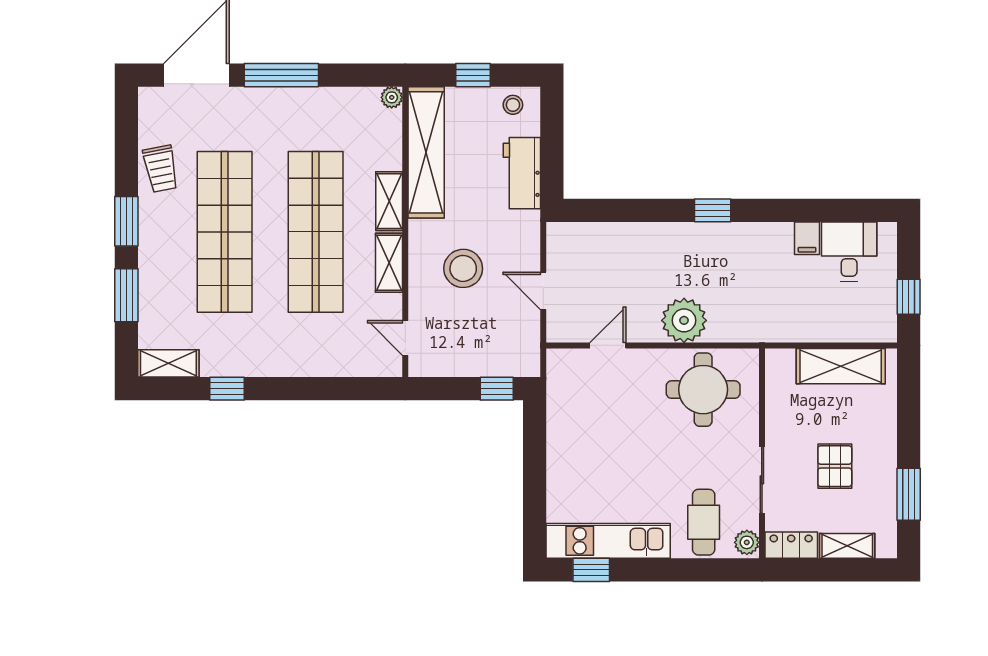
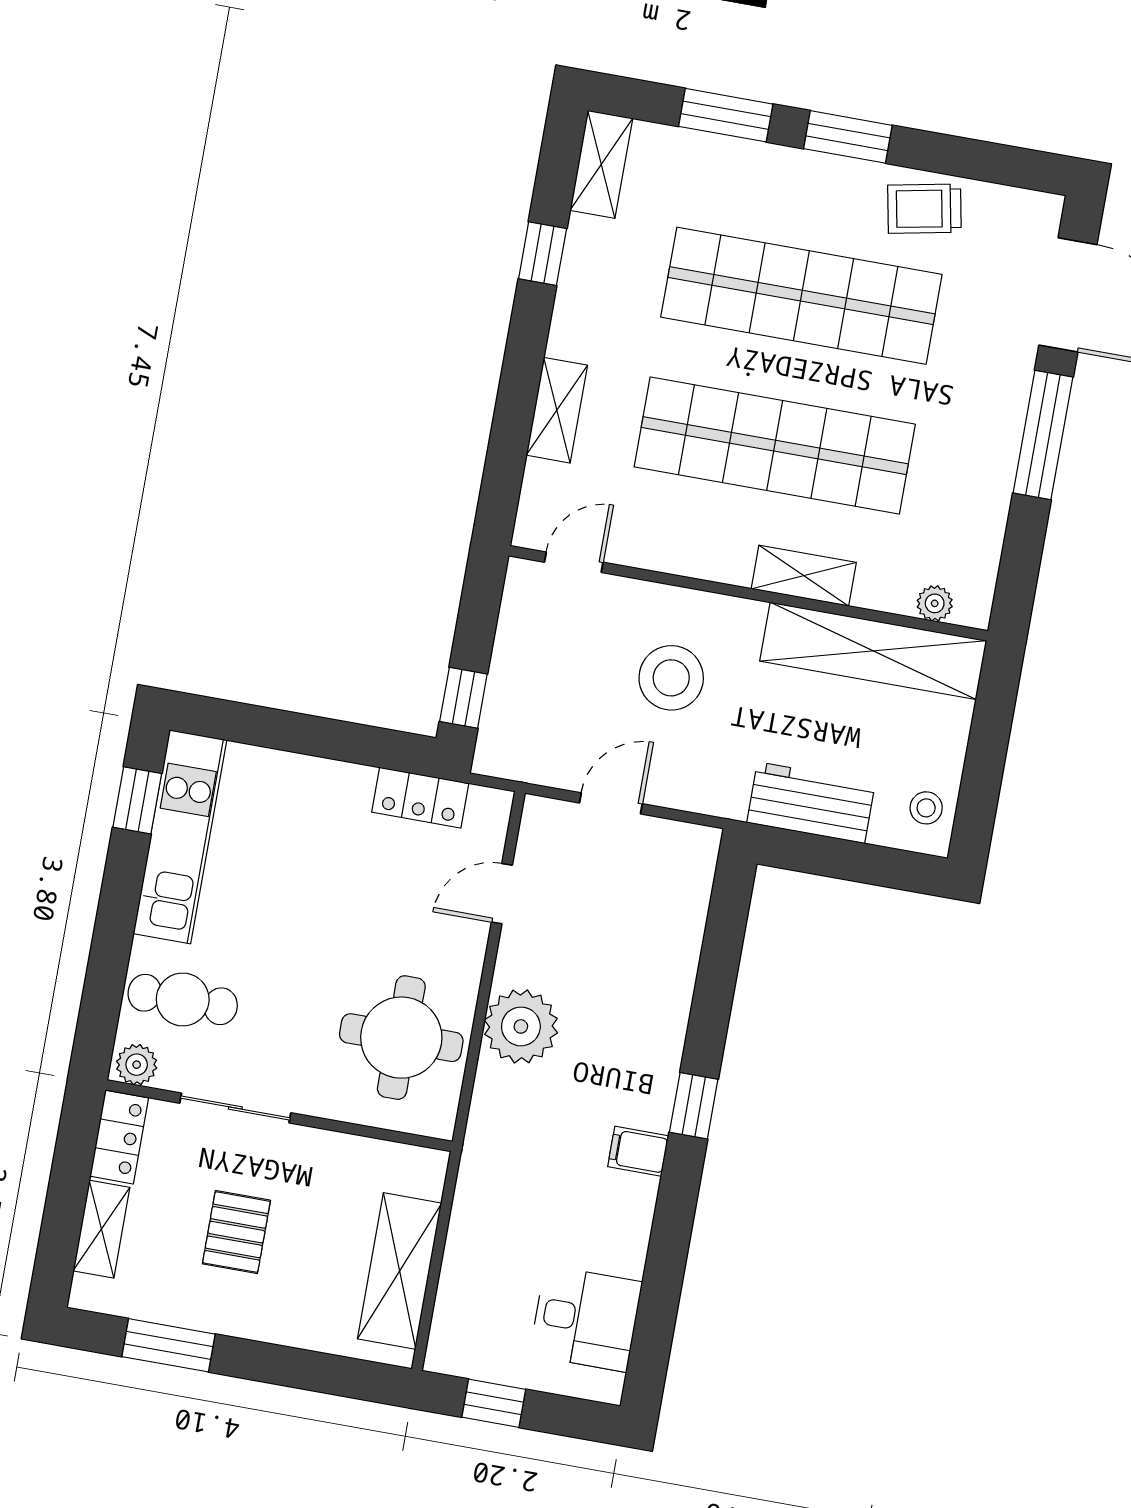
window: (473, 75) -> (987, 751), removed
plant: (392, 97) -> (935, 603), moved
filing cabinet: (807, 238) -> (638, 1151), moved
shelving: (389, 263) -> (557, 410), moved, turned 90
door: (608, 345) -> (502, 894), swing flipped
locker: (560, 404) -> (420, 798), added
pallet: (835, 466) -> (236, 1232), turned 90

